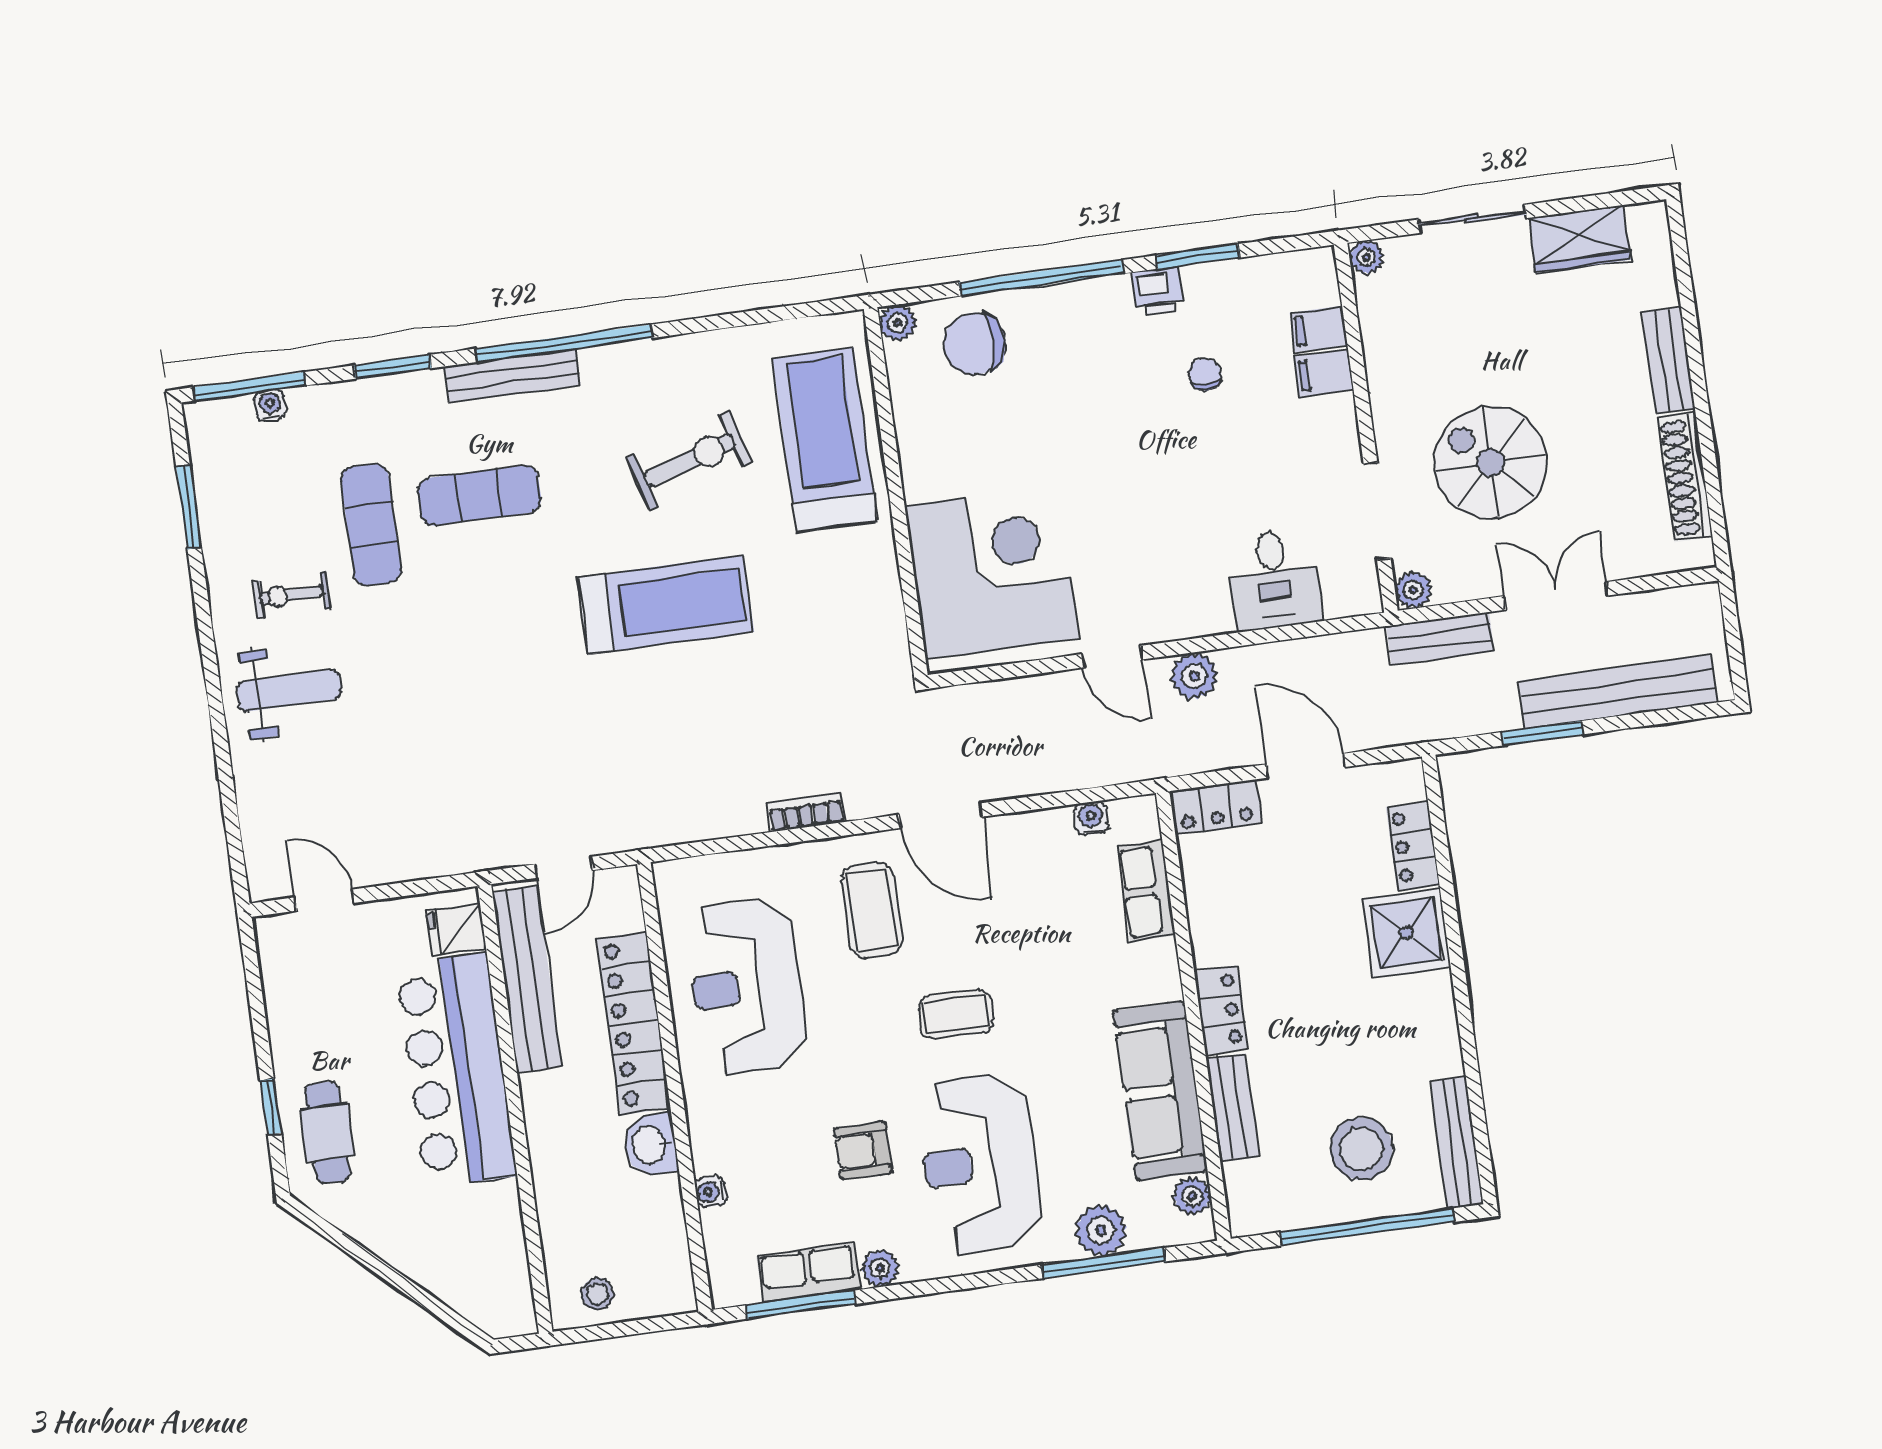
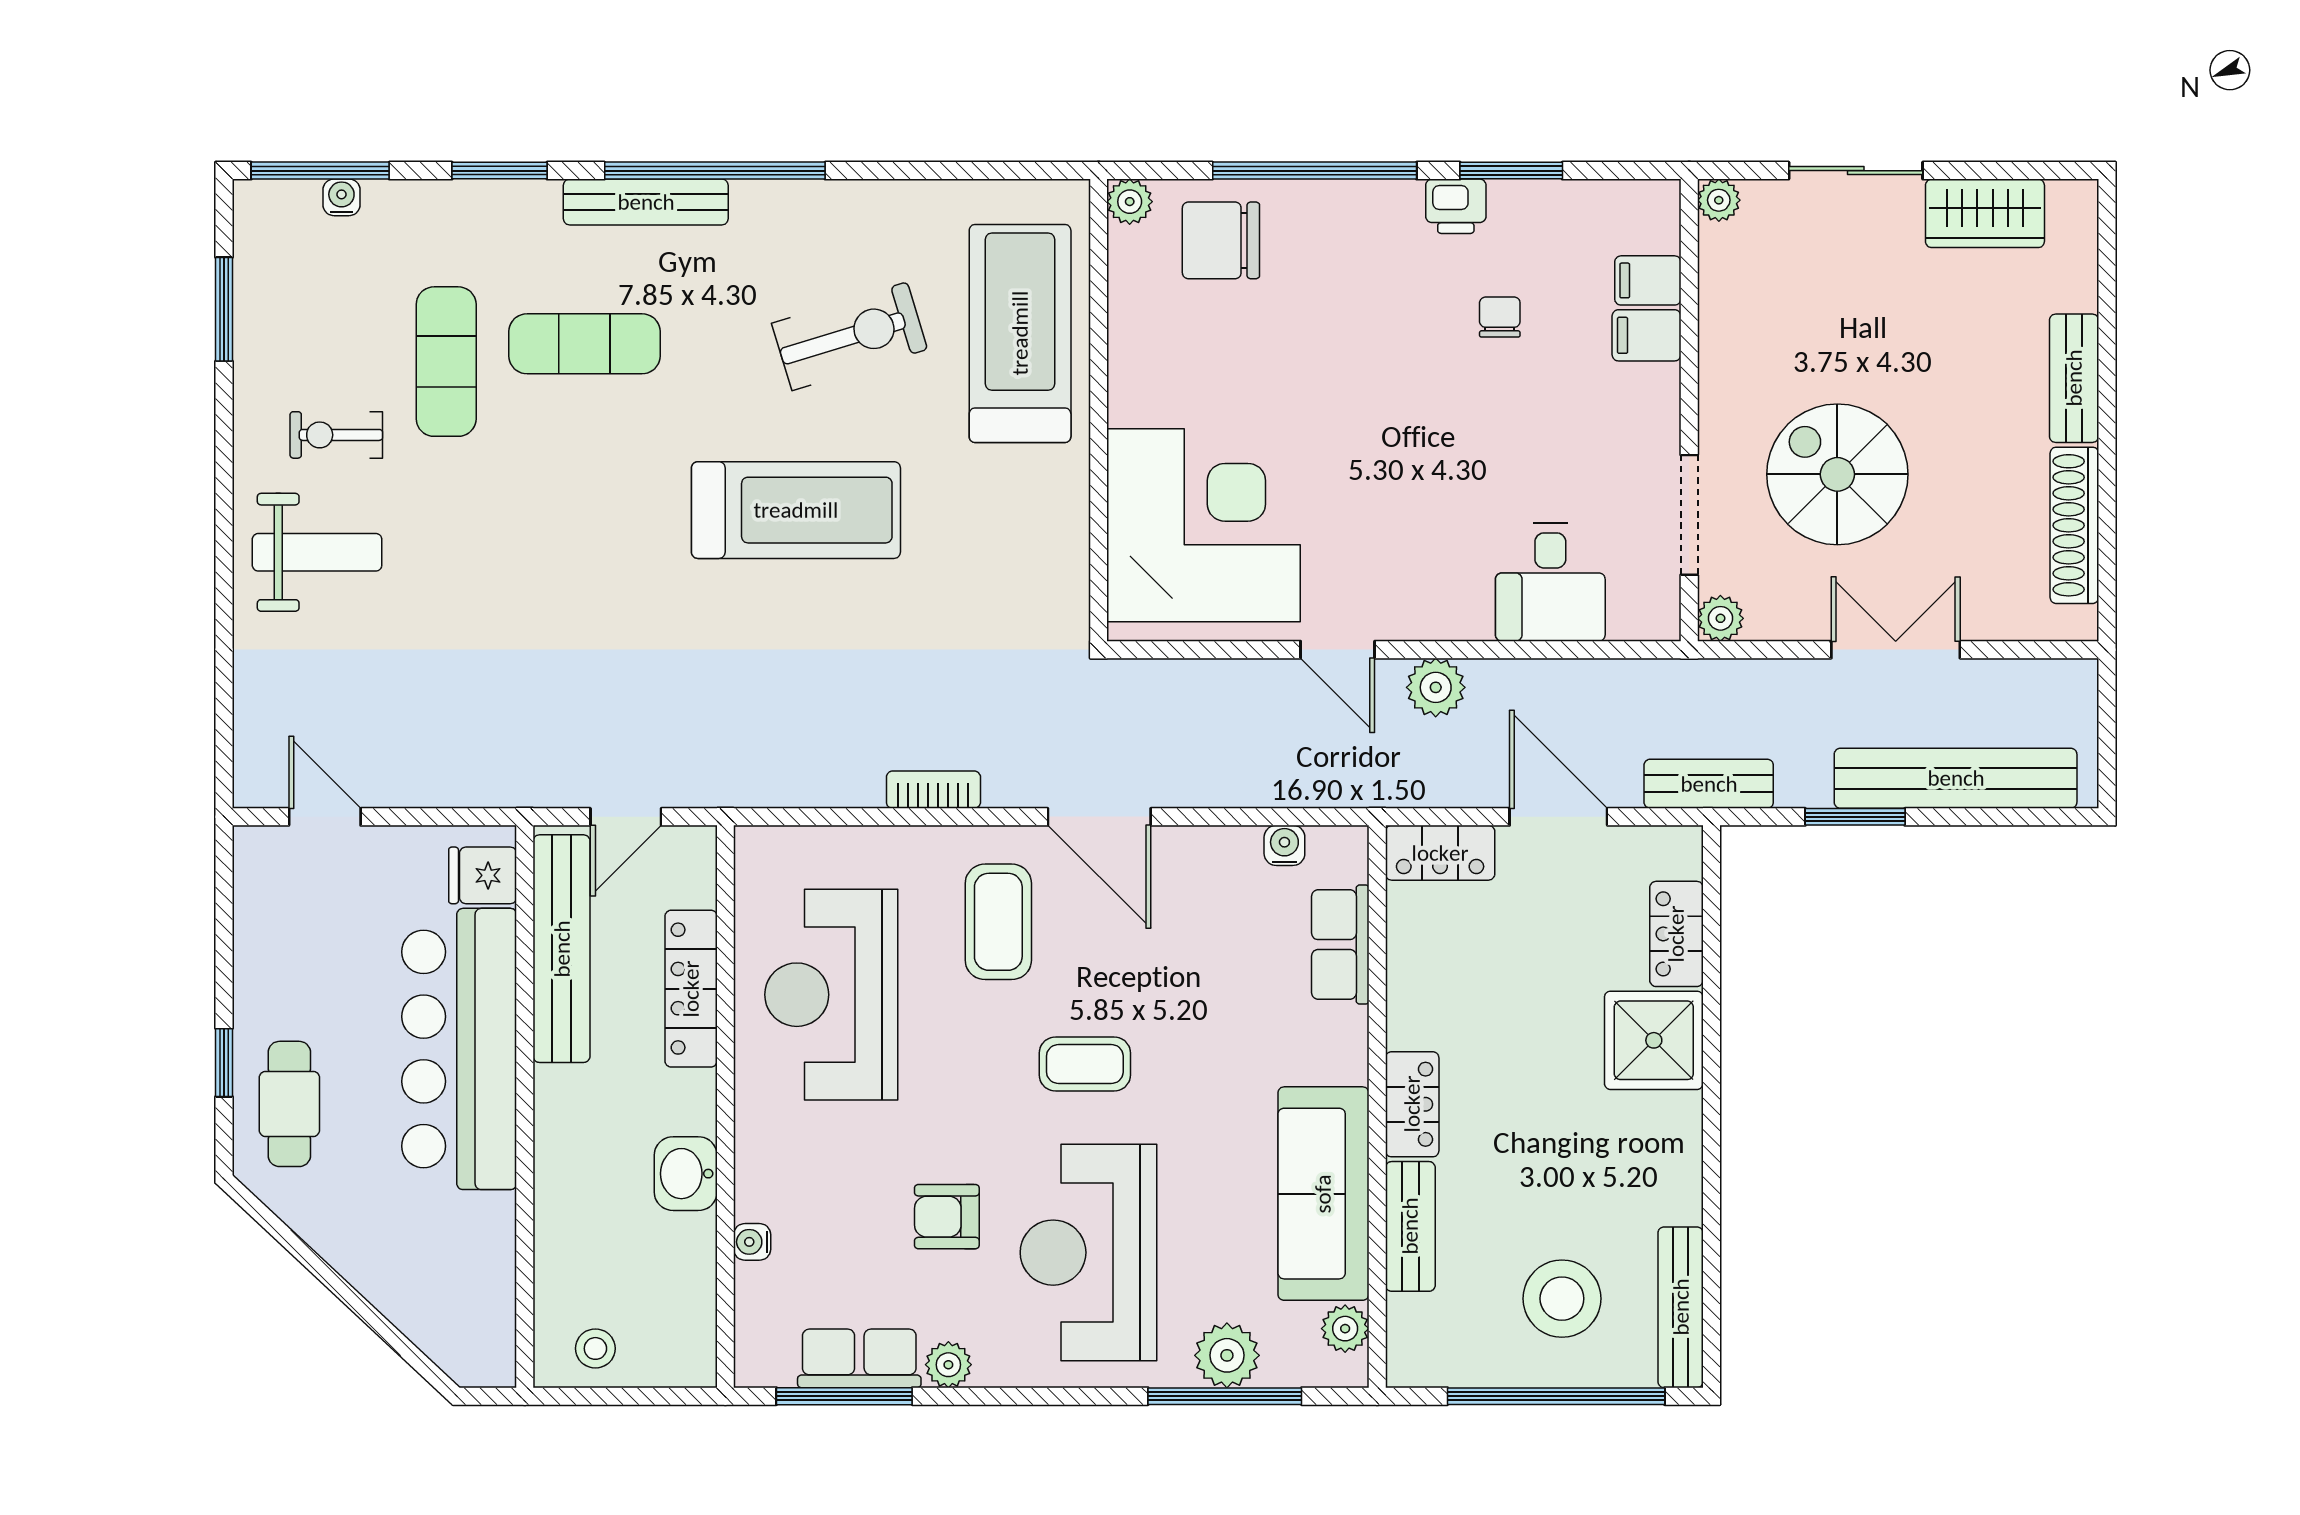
bench: (1440, 638) -> (1709, 784), moved
locker: (634, 1023) -> (691, 989), width x0.71, depth x0.83

